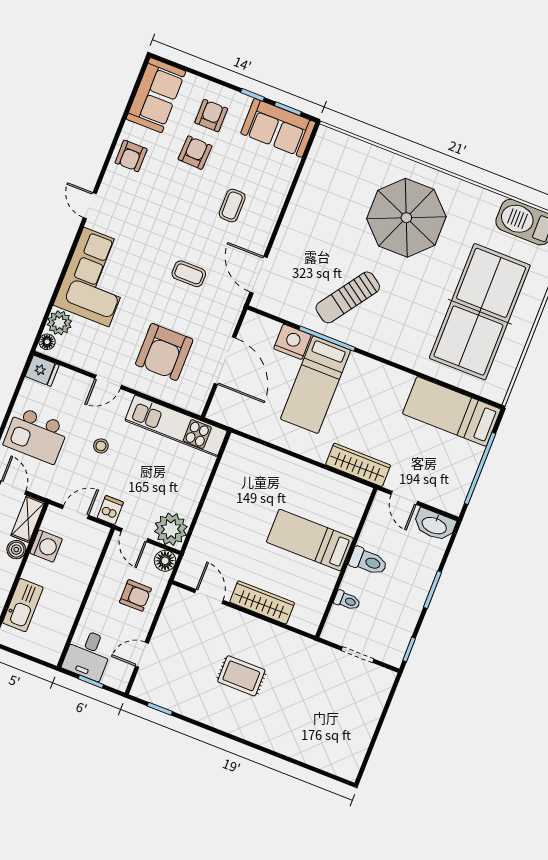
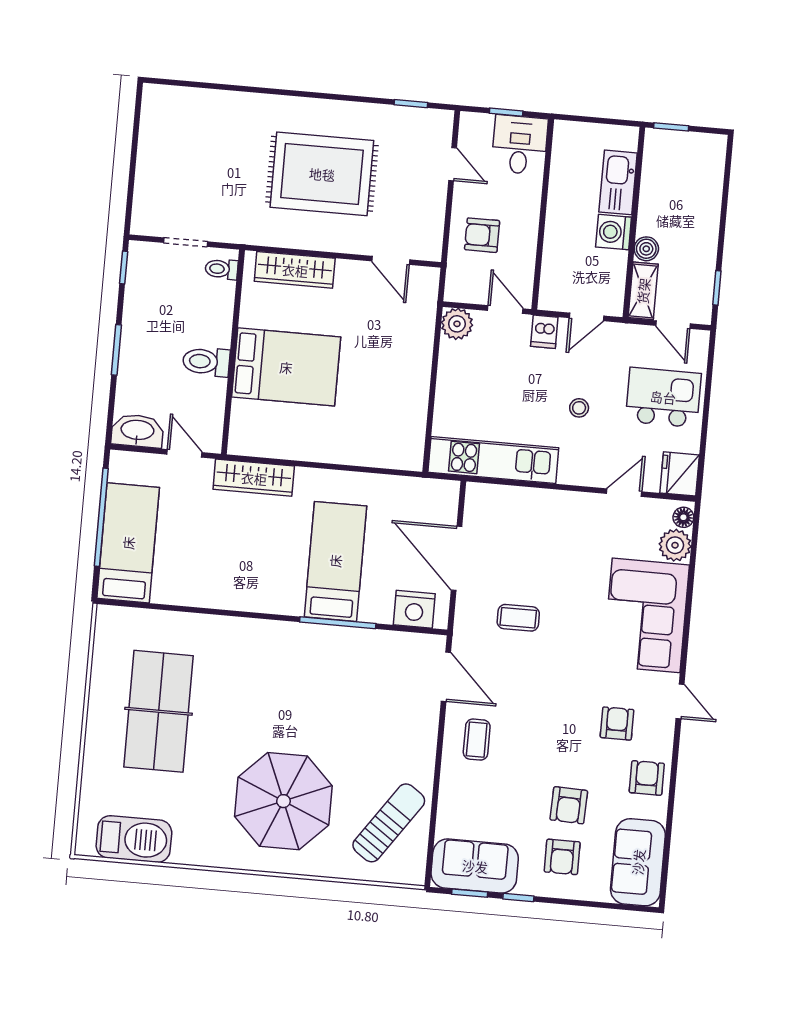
coffee table: (232, 205) -> (477, 740), moved
coffee table: (189, 274) -> (518, 618), moved
sun lounger: (348, 297) -> (389, 823), moved
table tennis table: (480, 312) -> (158, 711), width x0.73, depth x0.76
nightstand: (293, 342) -> (414, 609), moved
armchair: (164, 352) -> (617, 723), moved, width x0.53, depth x0.53
fridge: (42, 371) -> (680, 474), width x1.38
door: (108, 382) -> (624, 493), moved
bed: (452, 411) -> (128, 543), moved, turned -90
plant: (171, 529) -> (457, 324), width x0.73, depth x0.73
bed: (310, 540) -> (286, 367), width x1.50
washing machine: (46, 546) -> (614, 232), moved
floor lamp: (165, 561) -> (458, 289), removed
toilet: (347, 600) -> (221, 269), moved
wardrobe: (262, 602) -> (295, 270), moved
door: (142, 655) -> (453, 164), hinge flipped
rug: (241, 676) -> (322, 174), width x1.86, depth x2.06

